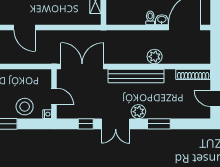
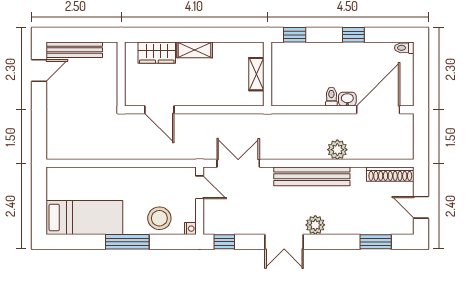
double door: (82, 66) -> (238, 163), width x0.73
door: (54, 97) -> (200, 187), moved
window: (86, 124) -> (224, 242), moved
window: (159, 124) -> (376, 242), moved

